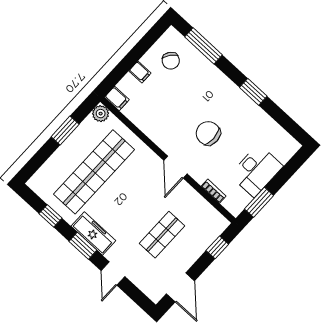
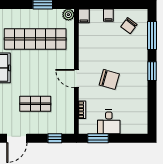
window: (253, 92) -> (152, 71), moved
chair: (208, 133) -> (109, 79), turned 107
door: (175, 167) -> (76, 79), hinge flipped
desk: (256, 171) -> (109, 122), width x0.73

